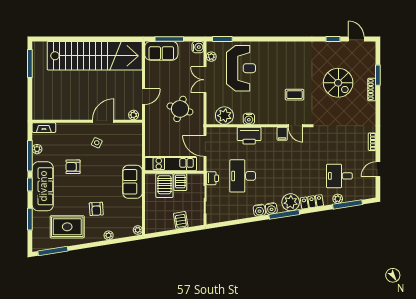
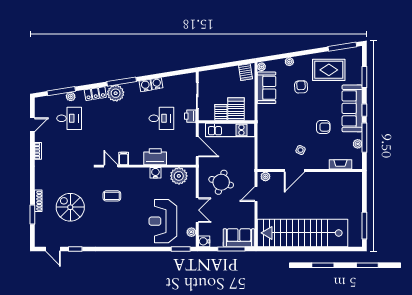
fireplace: (44, 128) -> (340, 164), moved
desk: (243, 176) -> (161, 118), width x0.73
sofa: (132, 182) -> (267, 88), moved
water cooler: (271, 209) -> (157, 84), moved
server rack: (181, 220) -> (245, 72), moved

